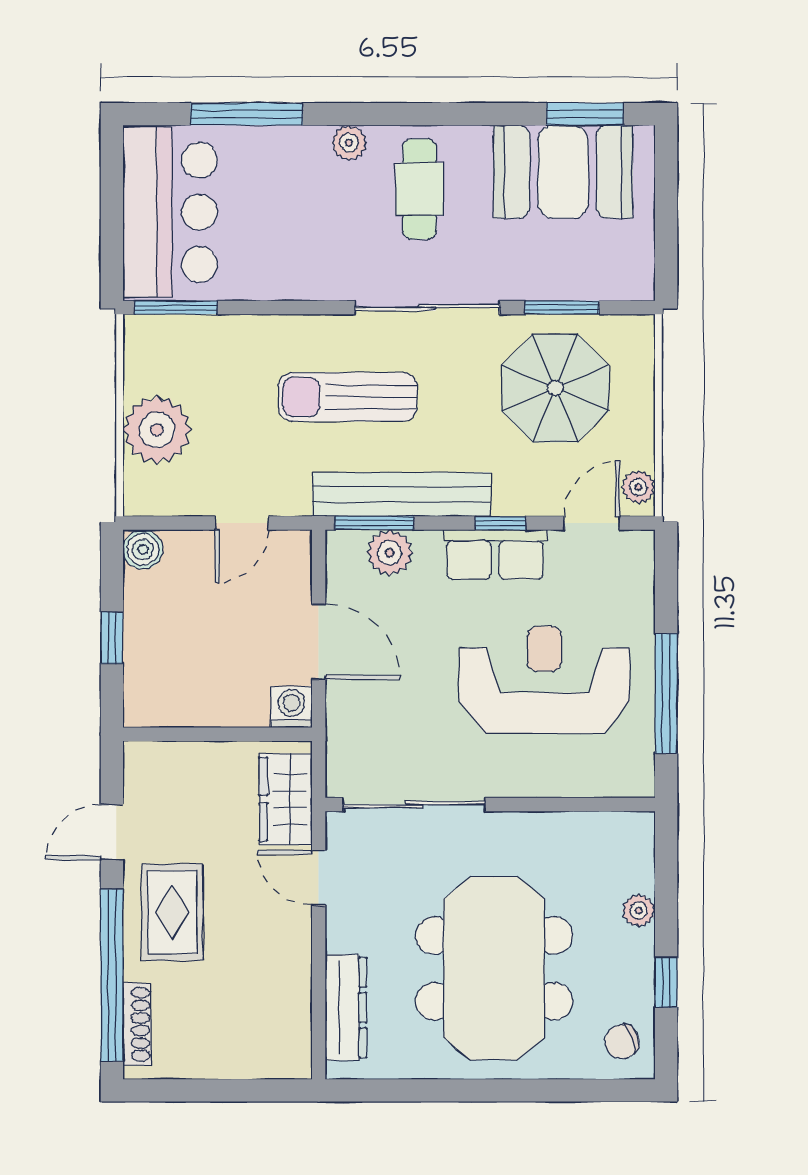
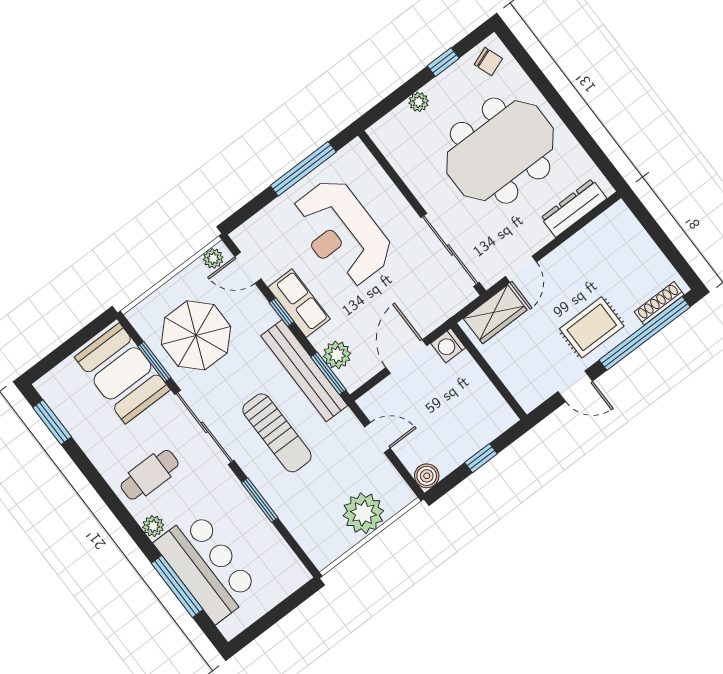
booth: (563, 172) -> (122, 373), moved
bar counter: (170, 212) -> (207, 567), moved, turned 90
window: (176, 308) -> (260, 500), moved

